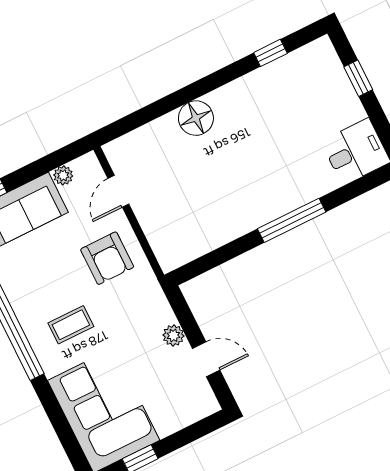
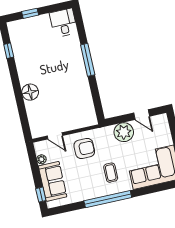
plant: (173, 335) -> (124, 132), width x1.87, depth x1.87
door: (206, 359) -> (142, 115), swing flipped

